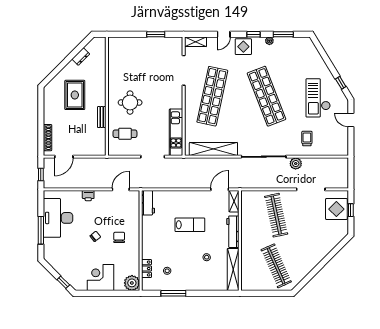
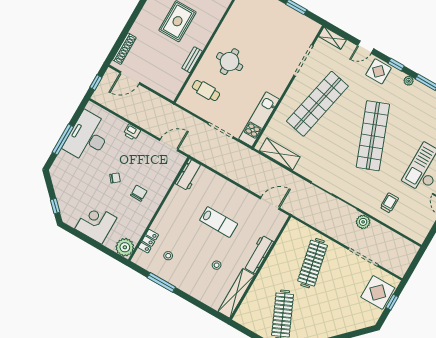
shelving: (213, 149) -> (280, 154), width x0.68
shelving: (234, 201) -> (278, 224), removed

